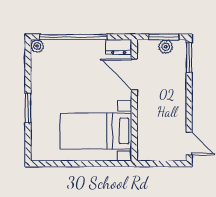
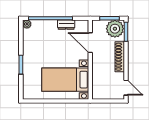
dresser: (119, 47) -> (66, 25), moved
plant: (166, 47) -> (115, 29), width x1.88, depth x1.88
shoe rack: (179, 96) -> (120, 57), added

